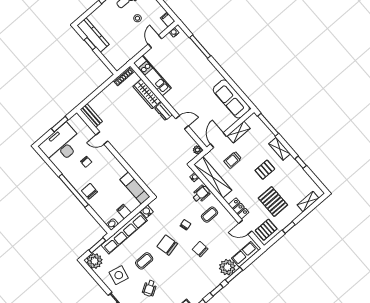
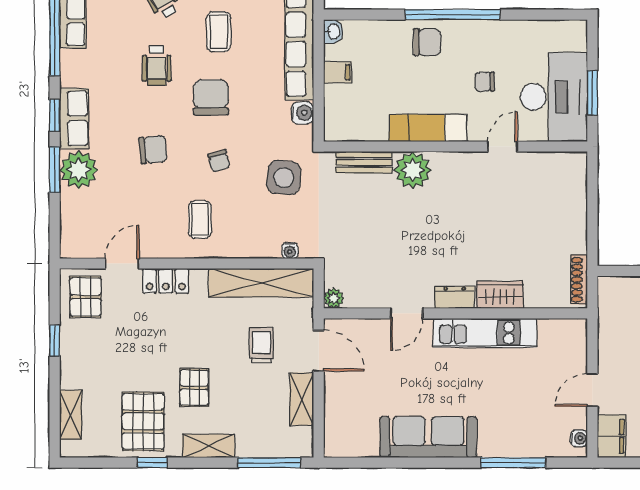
filing cabinet: (168, 19) -> (612, 436), width x2.00
door: (155, 41) -> (592, 390), swing flipped
kitchen unit: (152, 76) -> (485, 333), moved
wardrobe: (147, 94) -> (500, 295), width x0.67
sofa: (231, 99) -> (428, 437), moved
bench: (91, 116) -> (364, 162), moved
desk: (61, 144) -> (554, 97), moved
plant: (134, 160) -> (413, 170), added
exam couch: (135, 188) -> (428, 128), moved
wheelchair: (201, 194) -> (157, 65), moved
side table: (173, 199) -> (284, 178), added
pallet: (273, 202) -> (143, 421), moved, turned 90
chair: (167, 245) -> (211, 97), turned -78
row of seats: (245, 254) -> (74, 118), moved

